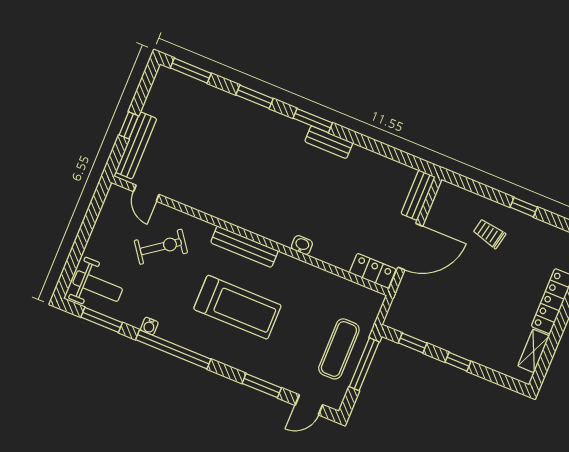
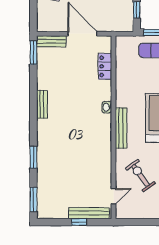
window: (313, 121) -> (33, 53), moved
washbasin: (302, 245) -> (107, 107), moved
locker: (373, 271) -> (105, 66), moved

